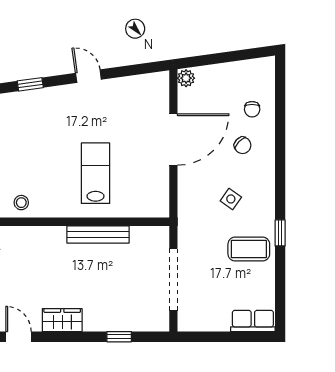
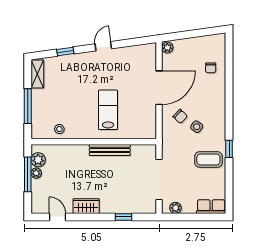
door: (88, 76) -> (103, 46), hinge flipped
chair: (243, 145) -> (180, 116), moved
plant: (198, 323) -> (176, 208), added

